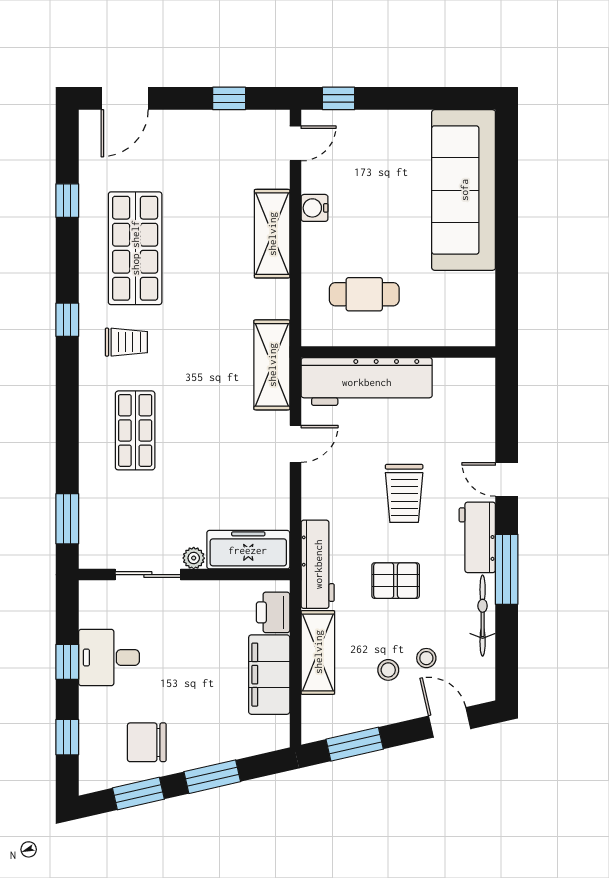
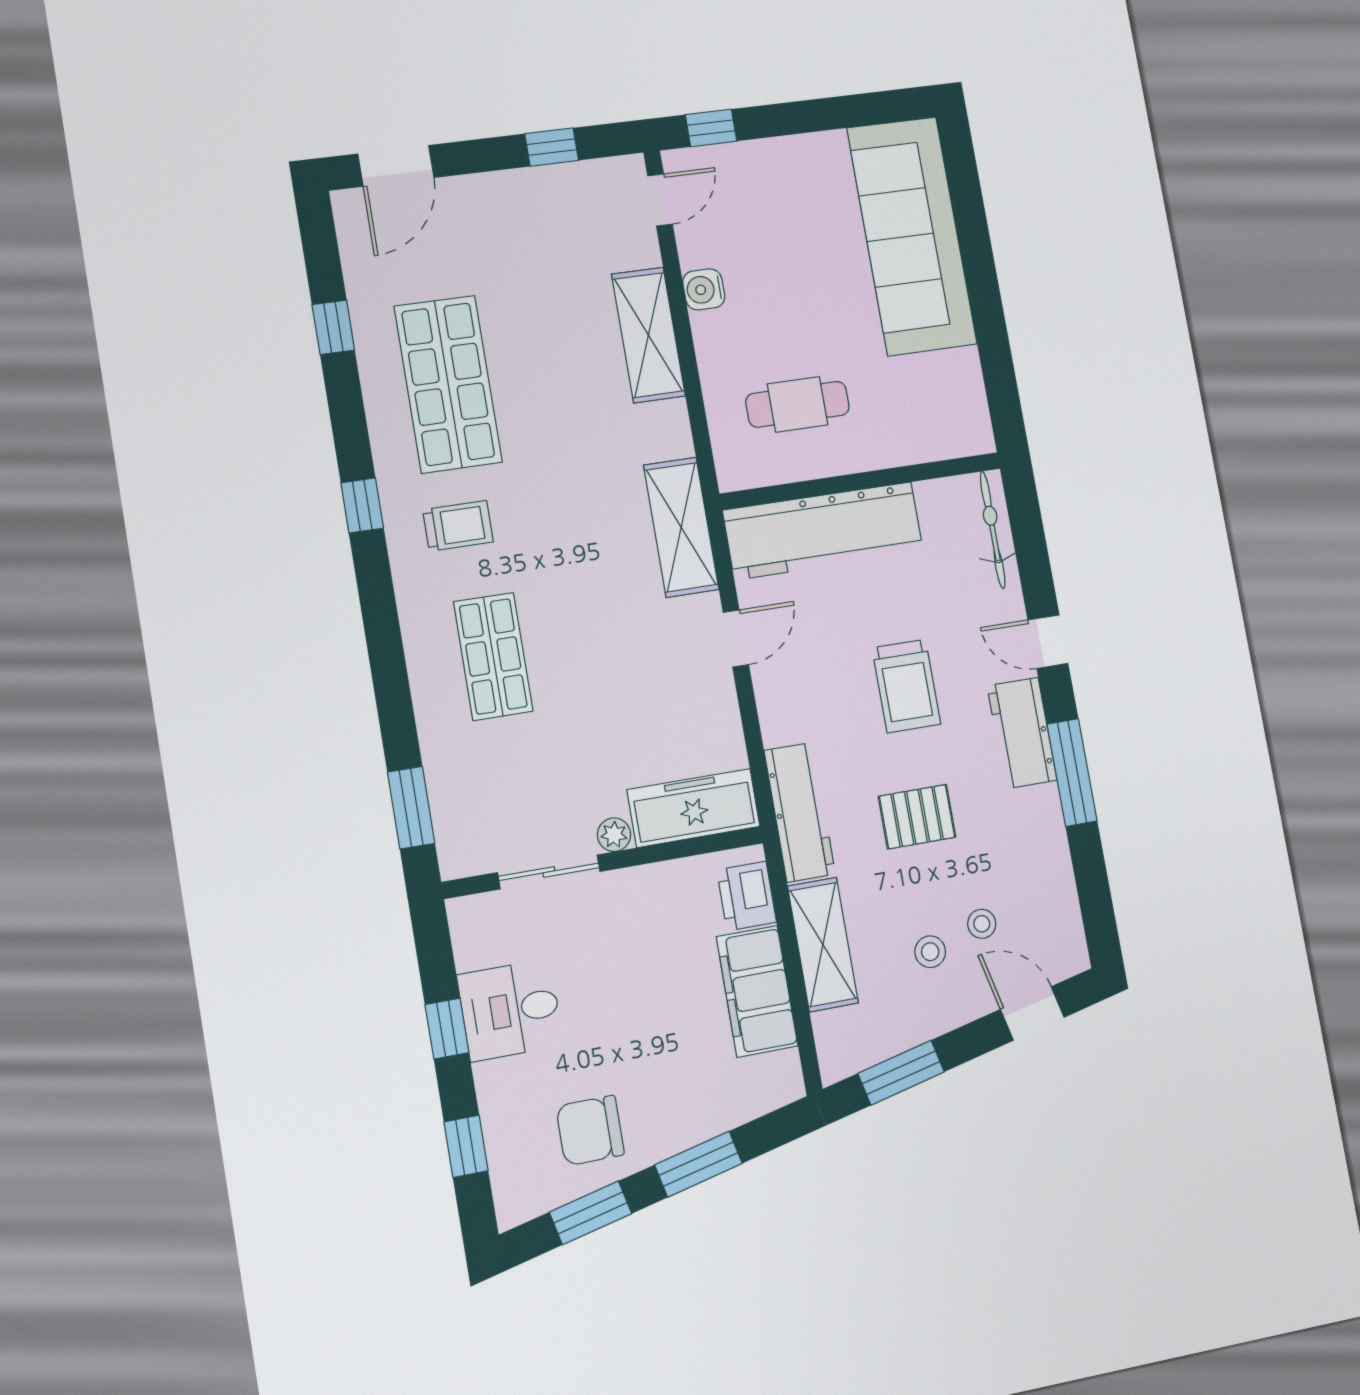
bicycle: (483, 616) -> (993, 530), moved

